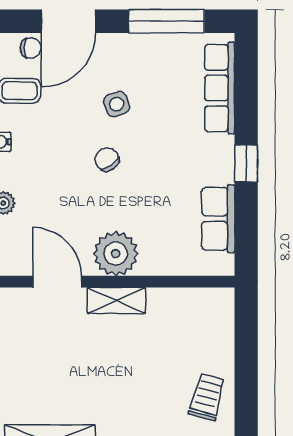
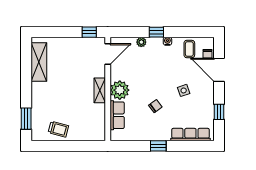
window: (167, 21) -> (219, 112), width x0.46
chair: (107, 159) -> (155, 106), moved
row of seats: (218, 219) -> (117, 115), moved, turned 90
door: (57, 282) -> (108, 54), moved

